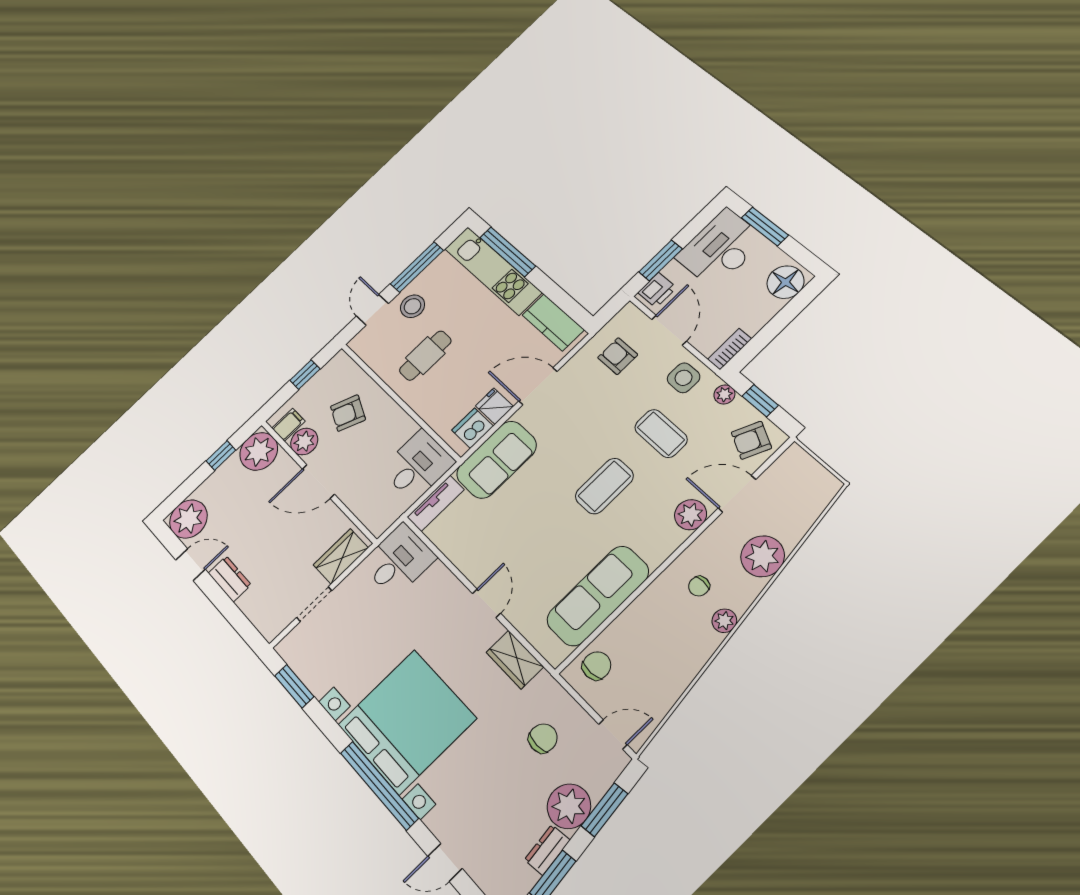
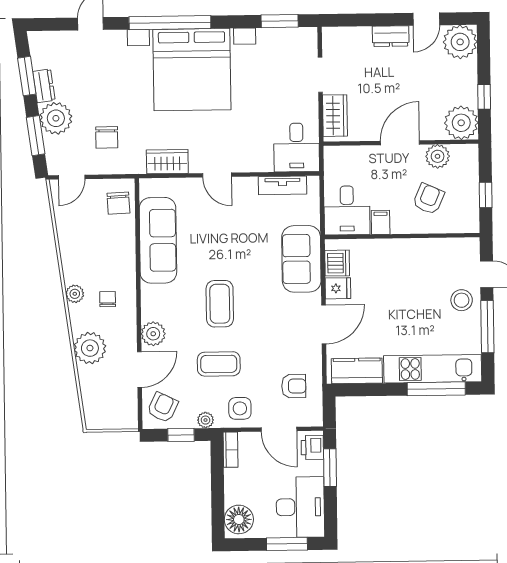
cafe table: (425, 356) -> (418, 278), removed
filing cabinet: (288, 425) -> (381, 222), moved, turned 180
tv unit: (436, 503) -> (282, 185), moved, turned -90

